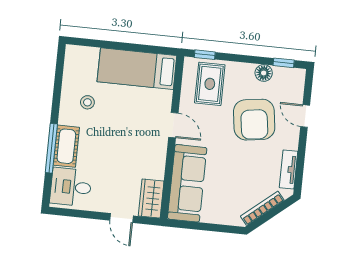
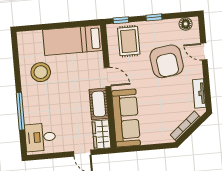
window: (284, 63) -> (154, 17), moved
floor lamp: (264, 73) -> (186, 24), moved
stool: (87, 102) -> (41, 72), width x1.89, depth x1.89
cot: (66, 146) -> (99, 104), moved

